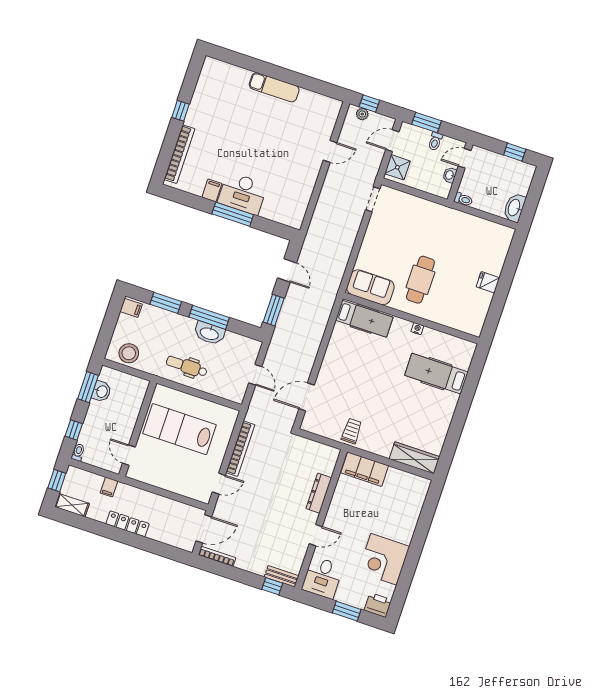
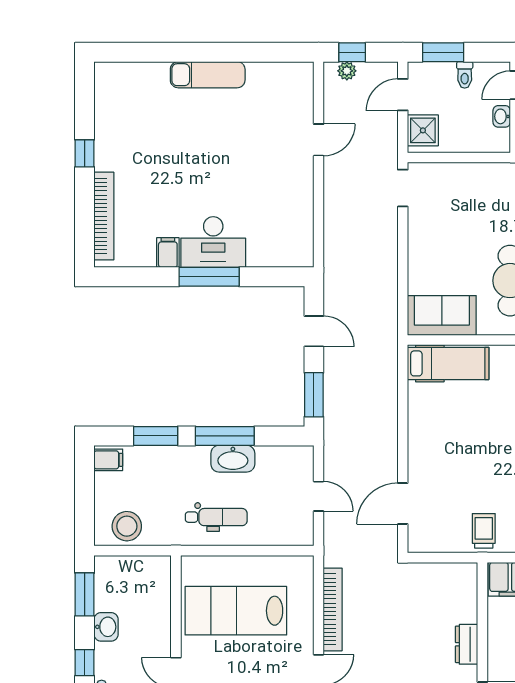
dental chair: (187, 366) -> (216, 517), turned 180
washbasin: (102, 391) -> (106, 627), moved
dresser: (319, 493) -> (467, 644), width x0.70

